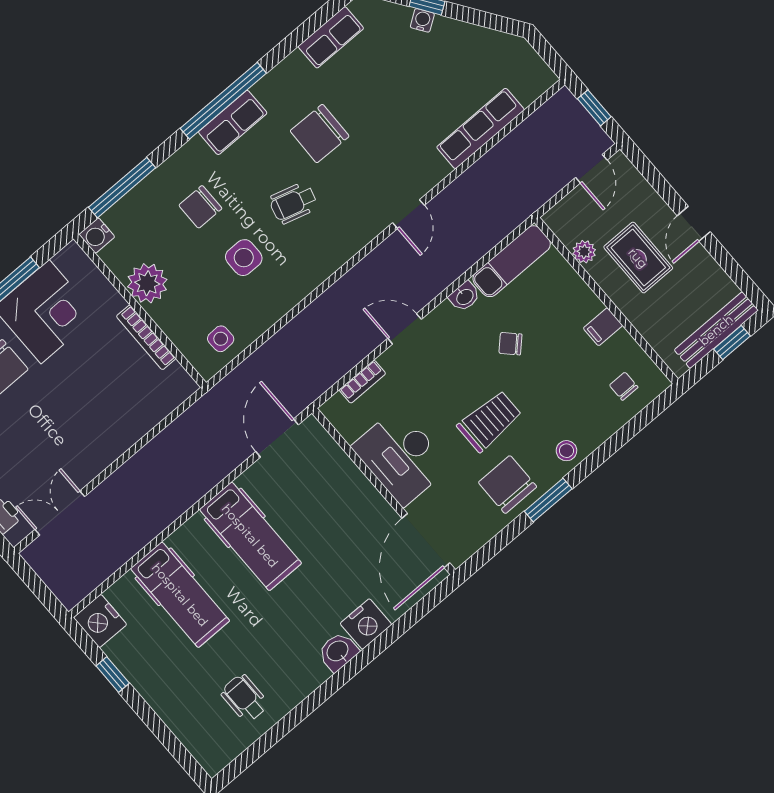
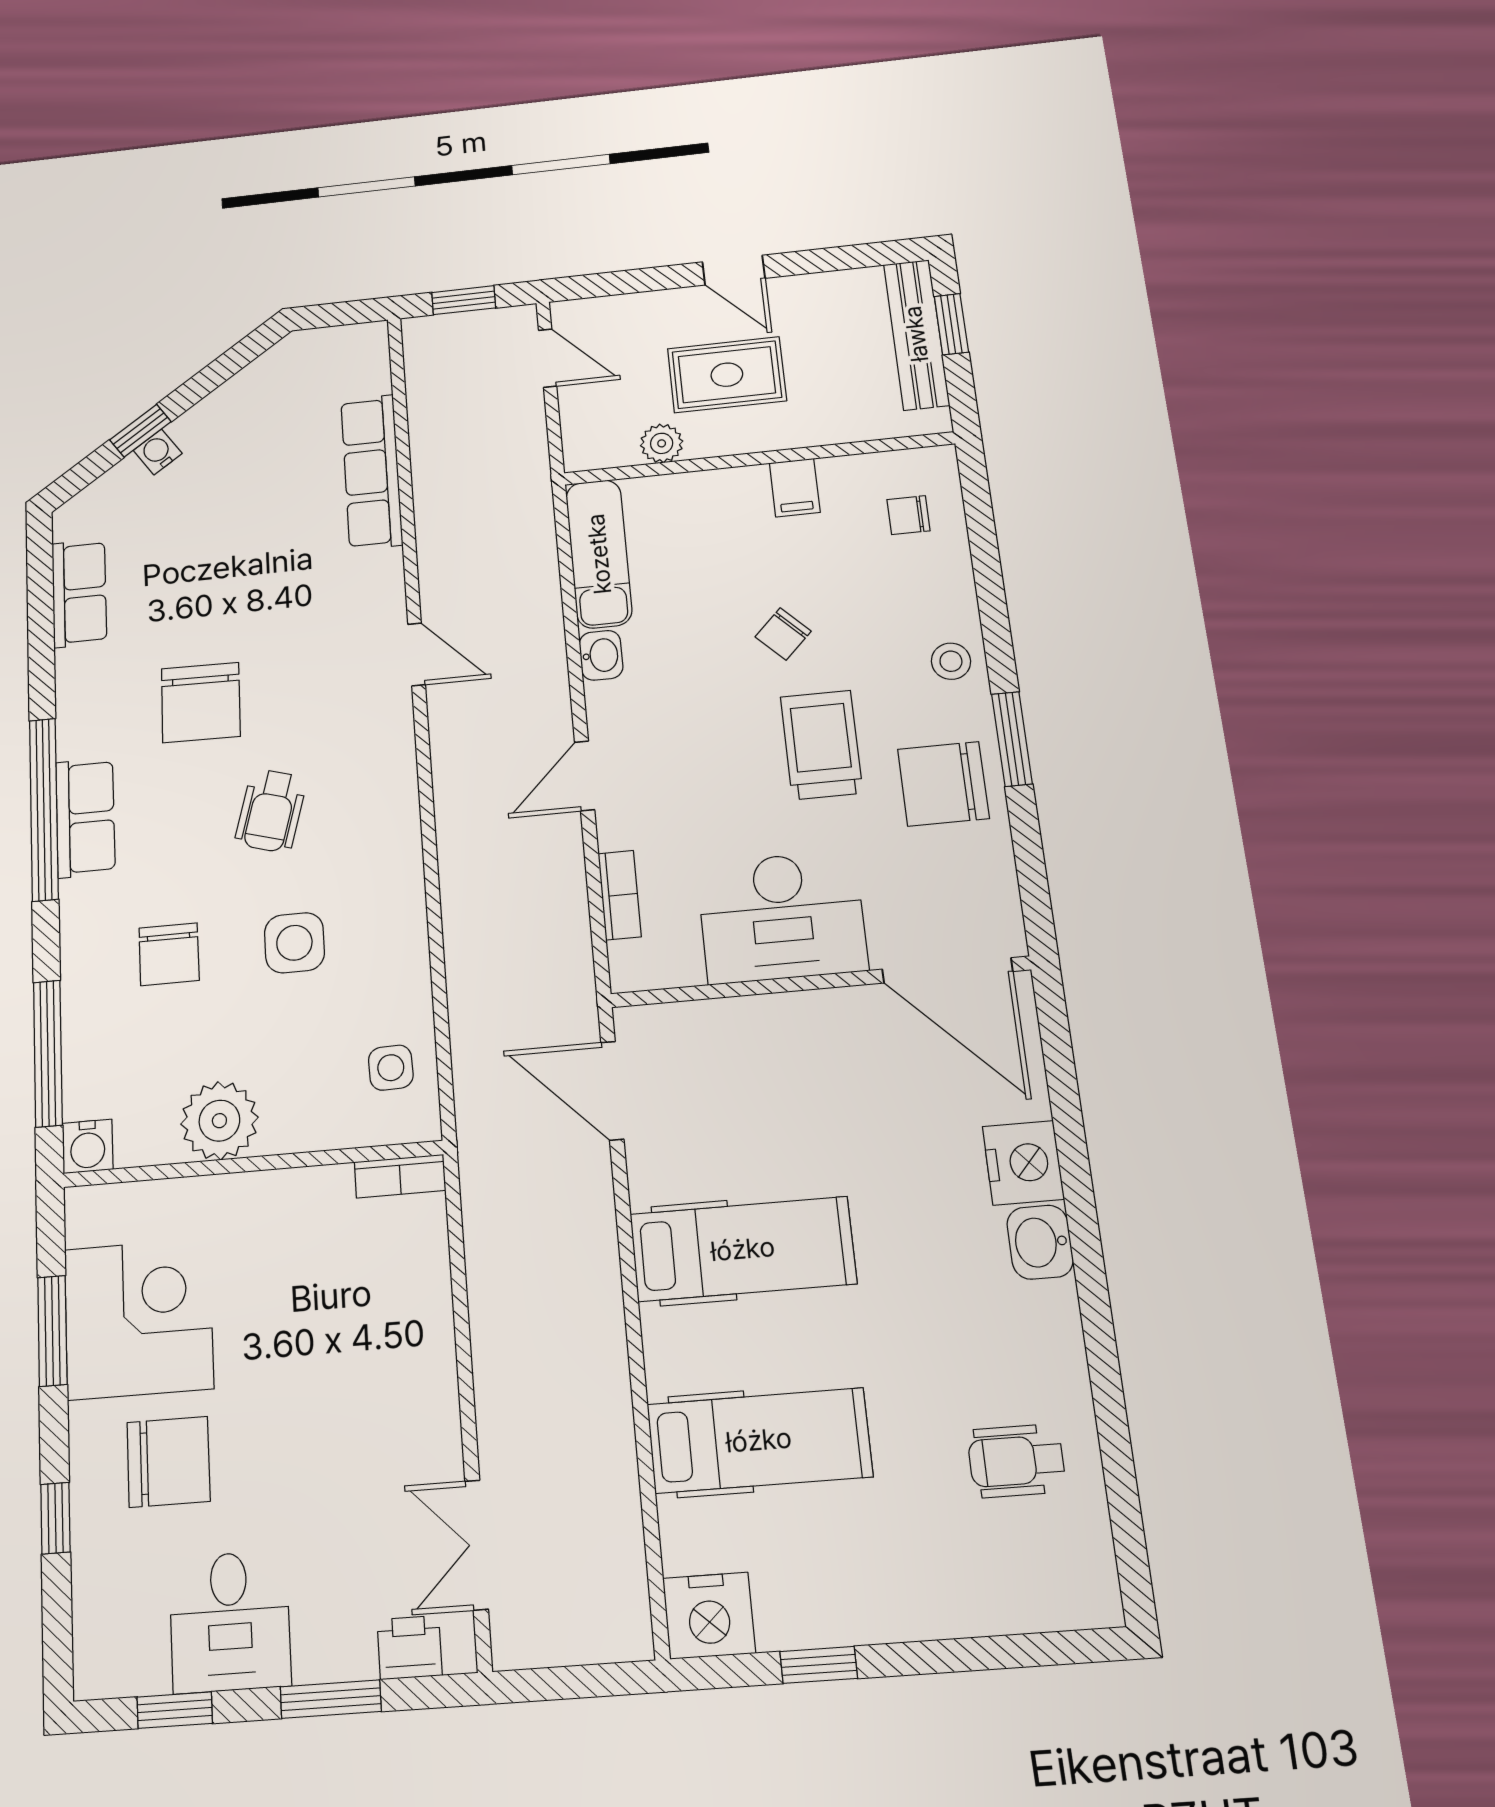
bookcase: (146, 337) -> (400, 1176), moved, width x0.64
chair: (510, 344) -> (783, 634), moved

